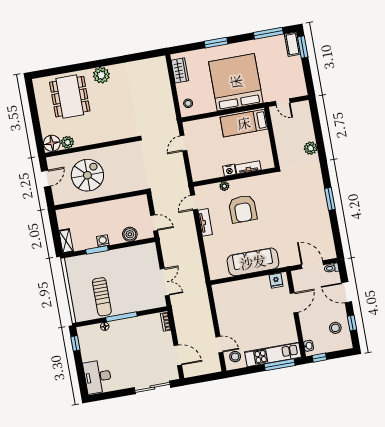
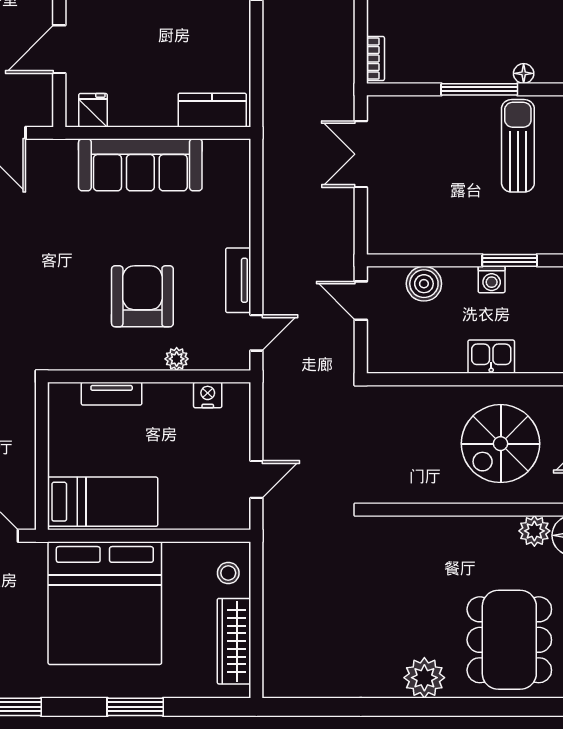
wardrobe: (180, 70) -> (234, 641), width x1.50
nightstand: (229, 170) -> (208, 395), moved
kitchen sink: (97, 210) -> (491, 357), added
kitchen counter: (228, 289) -> (212, 110), added

